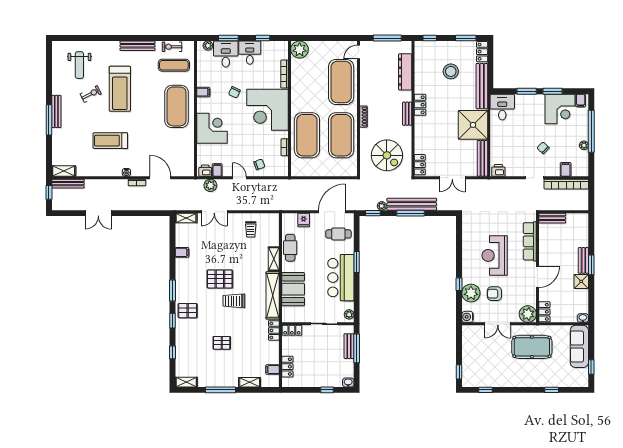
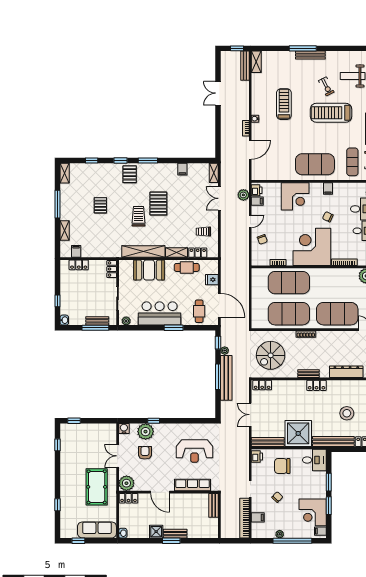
chair: (509, 142) -> (282, 466), added
reception desk: (495, 255) -> (194, 451), moved, turned 180
locker: (274, 330) -> (198, 253), moved

